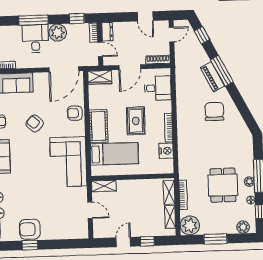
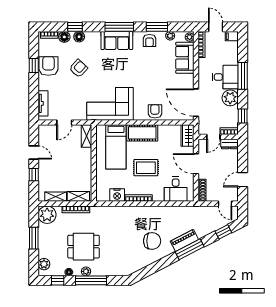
armchair: (35, 123) -> (79, 68), moved
tv unit: (70, 234) -> (43, 103), added

